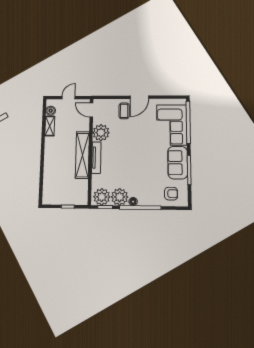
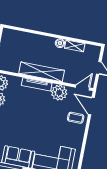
door: (139, 97) -> (91, 106), moved
boiler: (51, 111) -> (60, 43), moved

